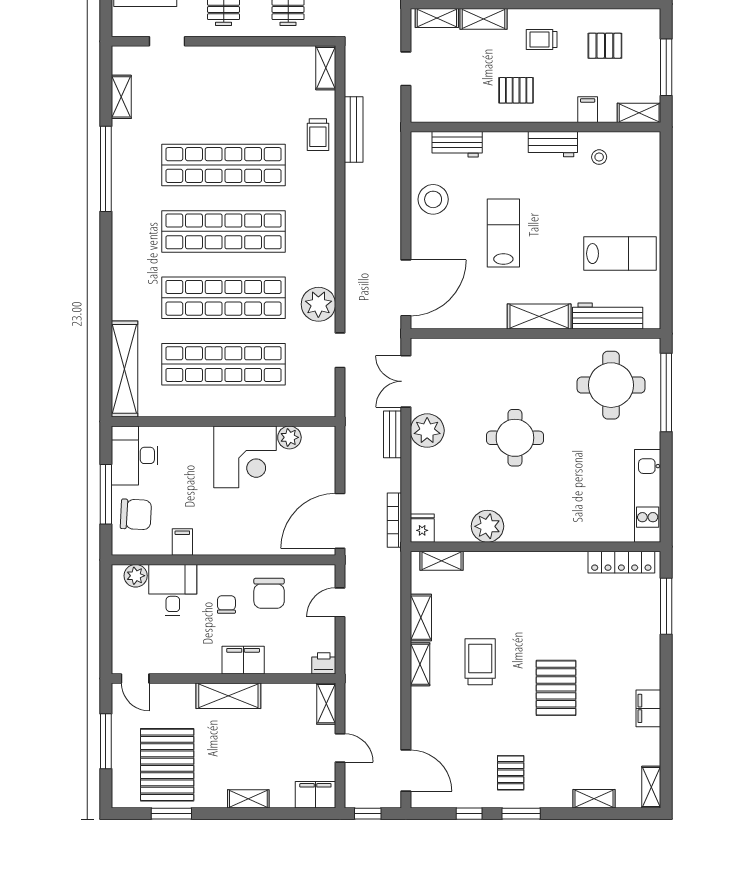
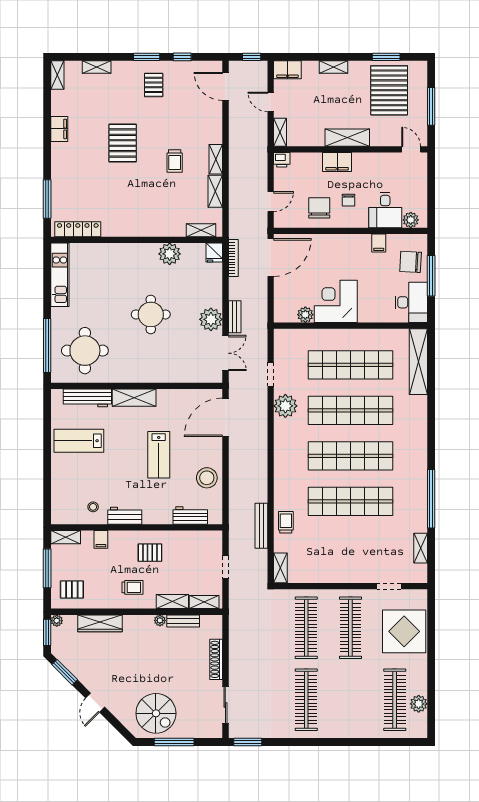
pallet: (605, 46) -> (72, 589), moved
trolley: (480, 662) -> (175, 161), width x0.73, depth x0.72

